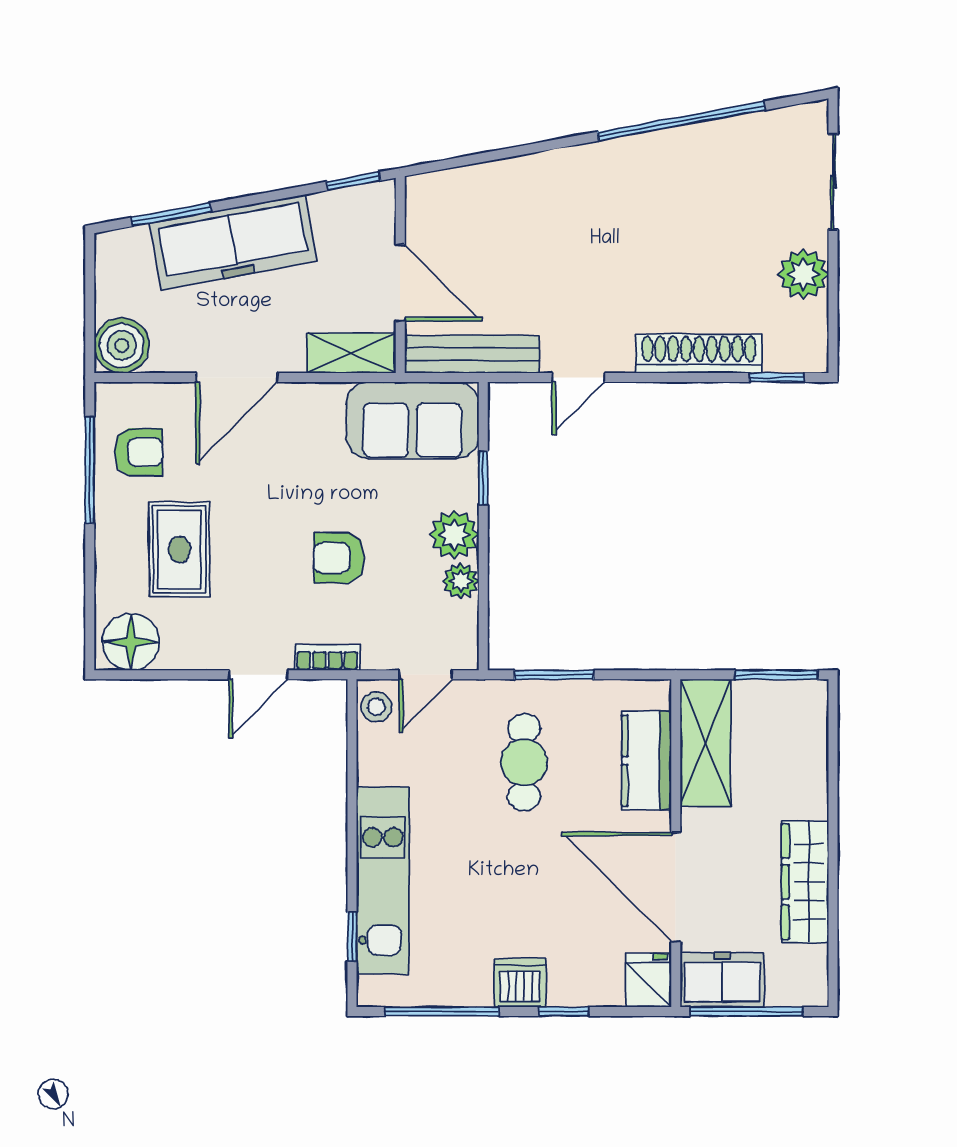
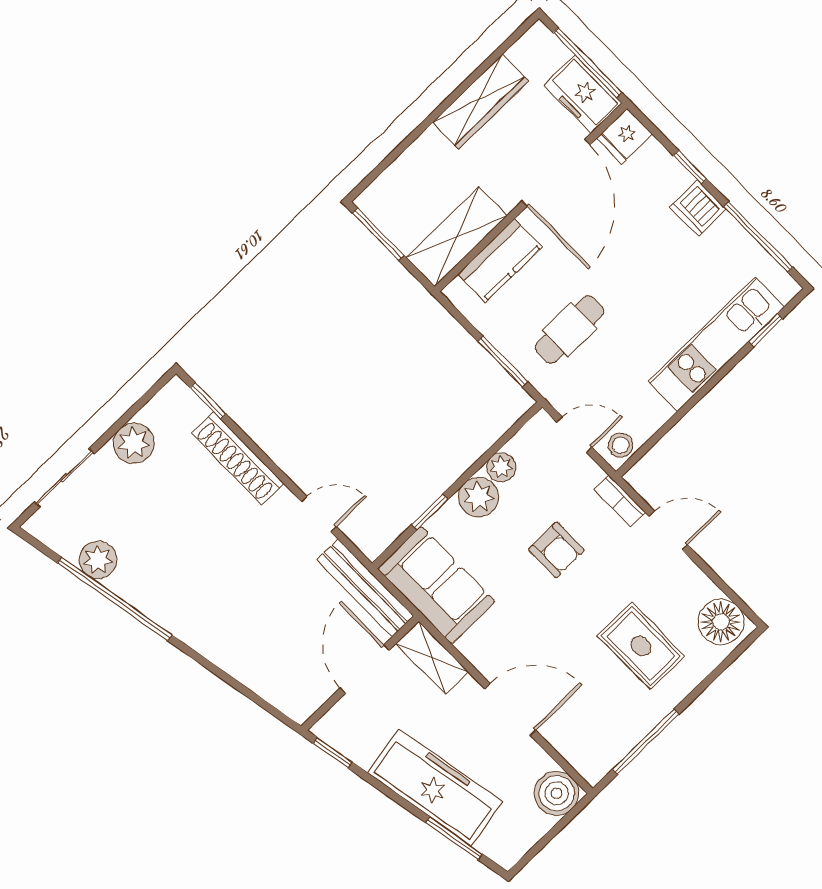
plant: (731, 140) -> (98, 560), added
armchair: (138, 452) -> (608, 724), removed
rug: (179, 549) -> (641, 646), turned 90

